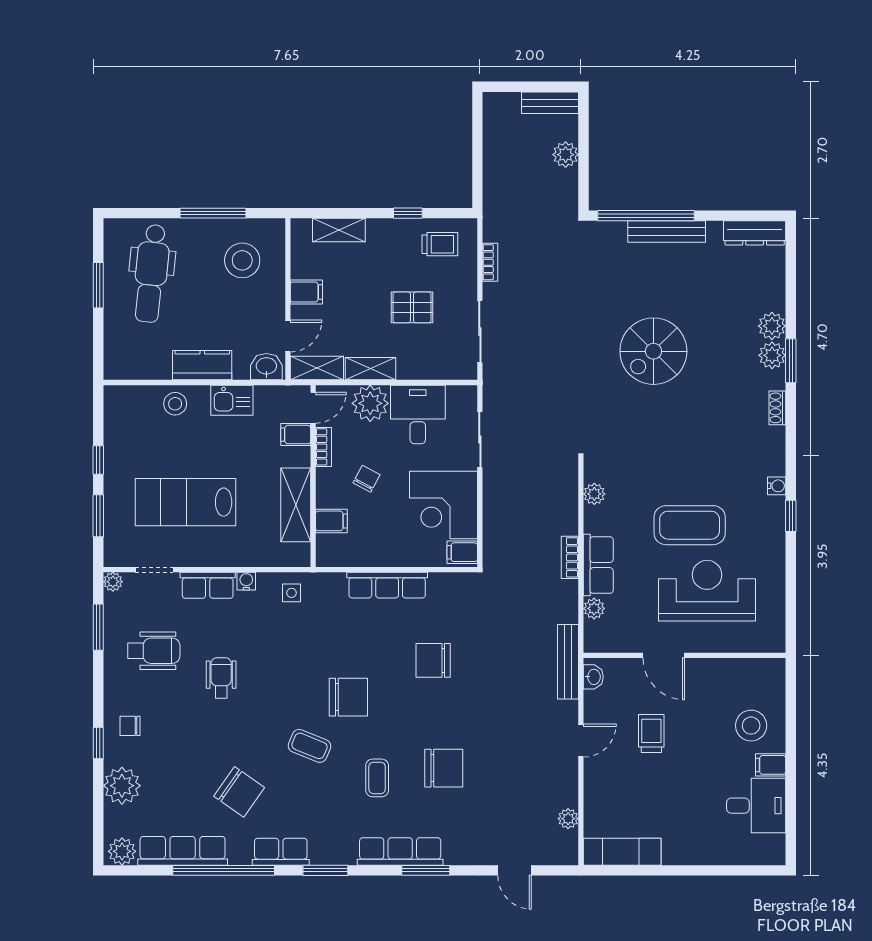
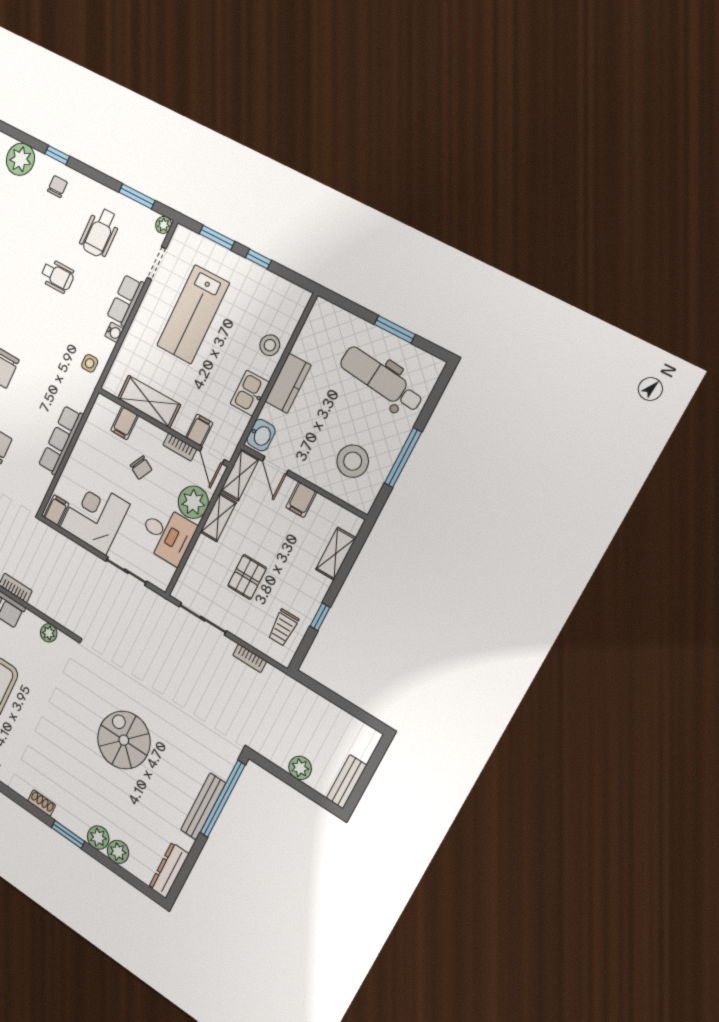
plant: (772, 355) -> (118, 852), moved
lab bench: (186, 502) -> (193, 314), turned 180

